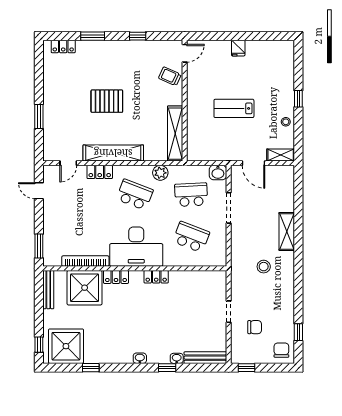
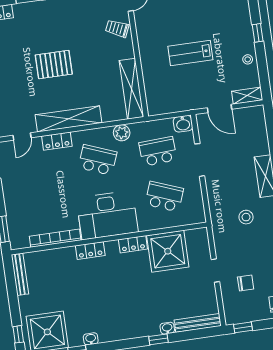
shower: (85, 288) -> (168, 251), moved
washbasin: (140, 358) -> (91, 339), moved

